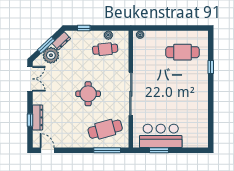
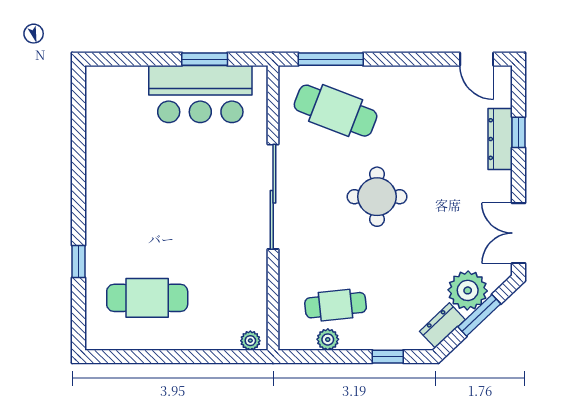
cafe table: (105, 129) -> (336, 111), turned 36

